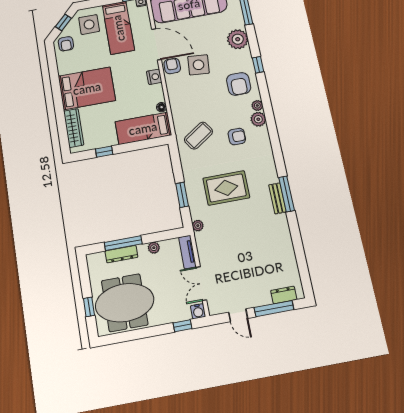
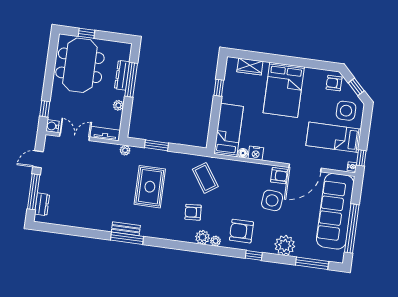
nightstand: (154, 77) -> (256, 153), moved
wardrobe: (74, 128) -> (250, 66), width x0.67
armchair: (237, 137) -> (193, 212), turned 86

